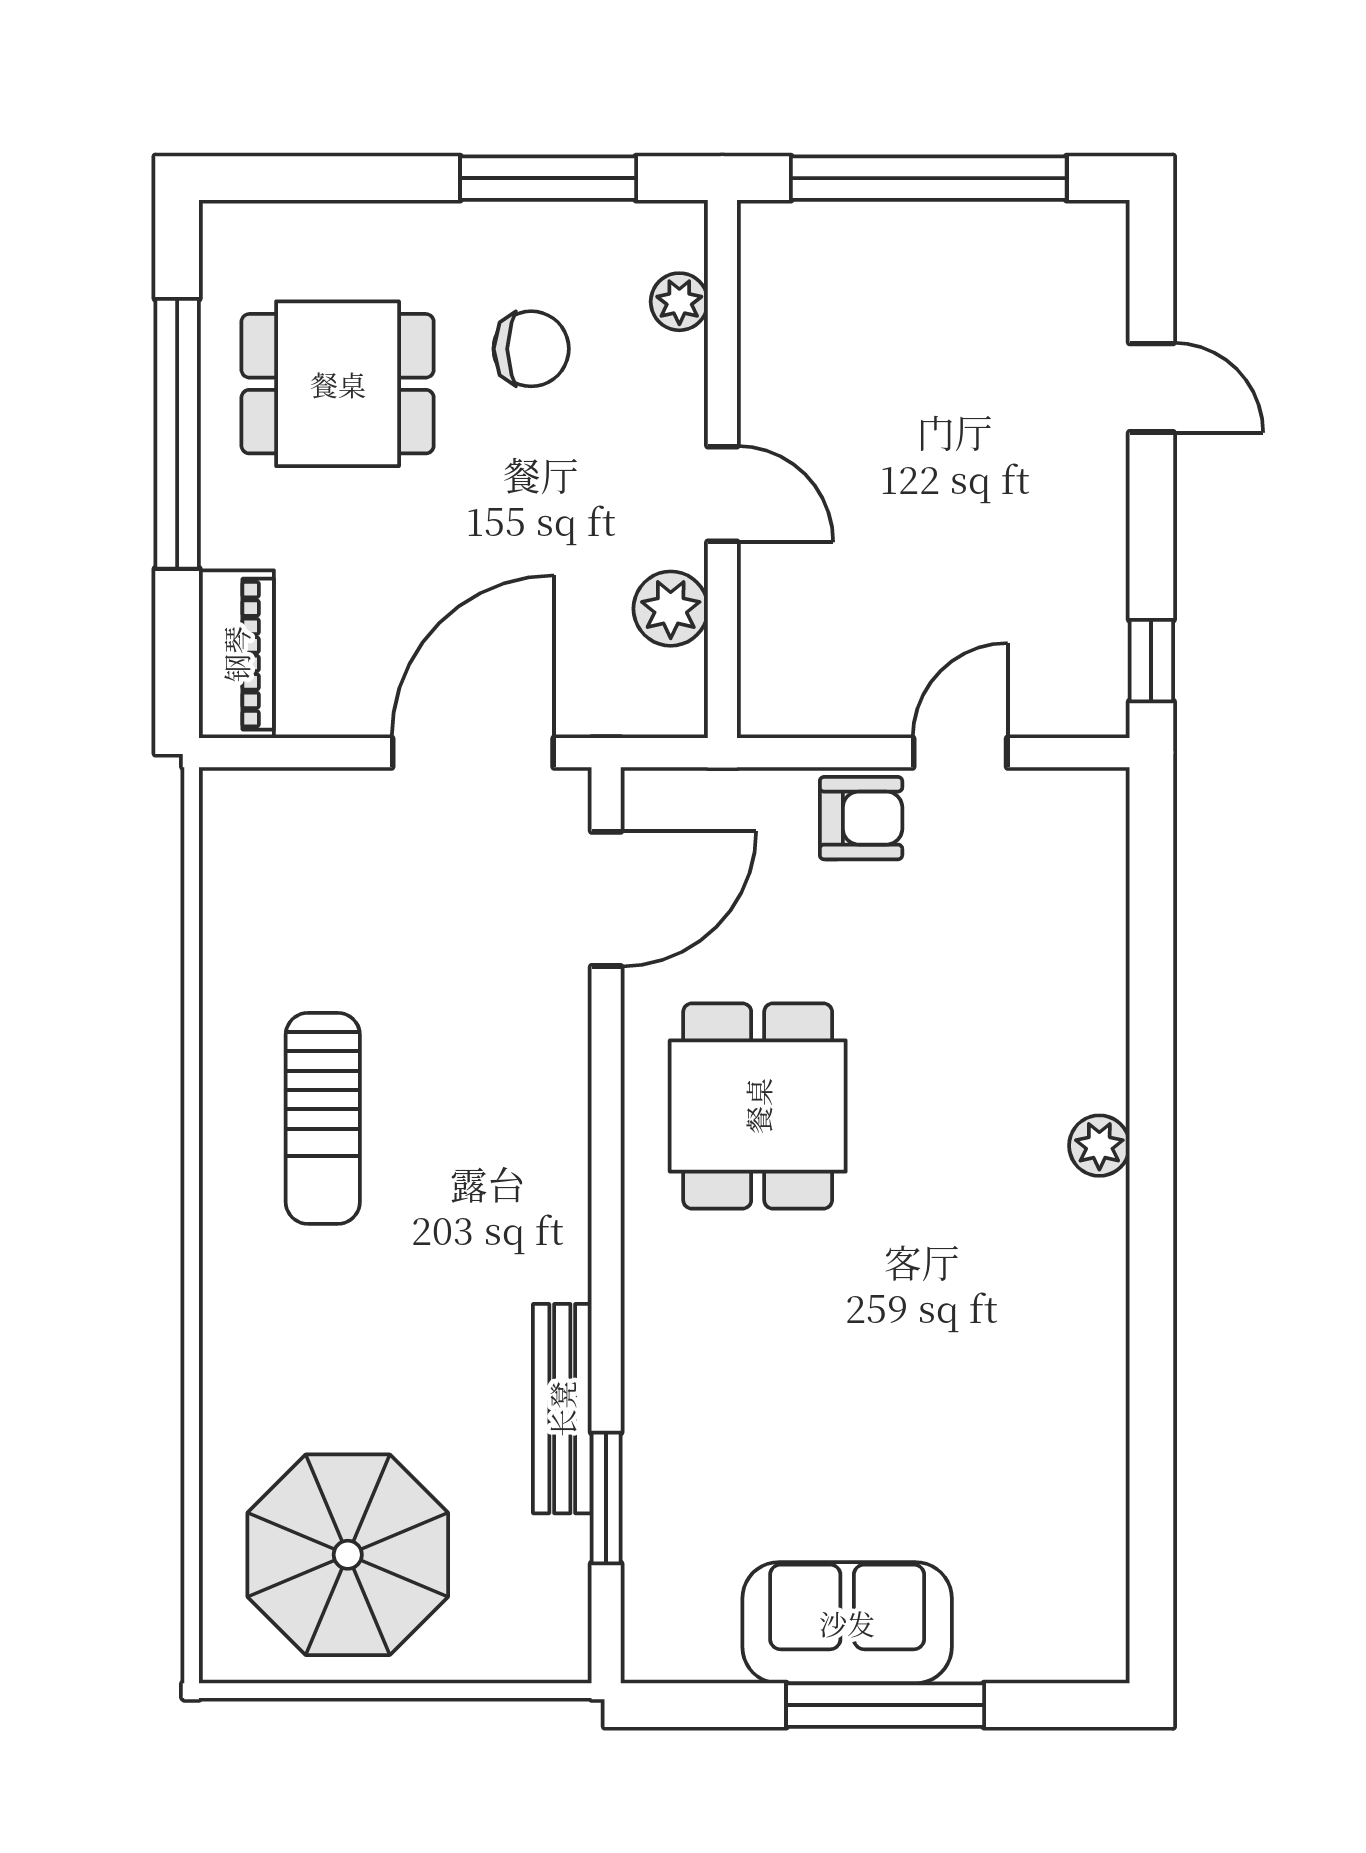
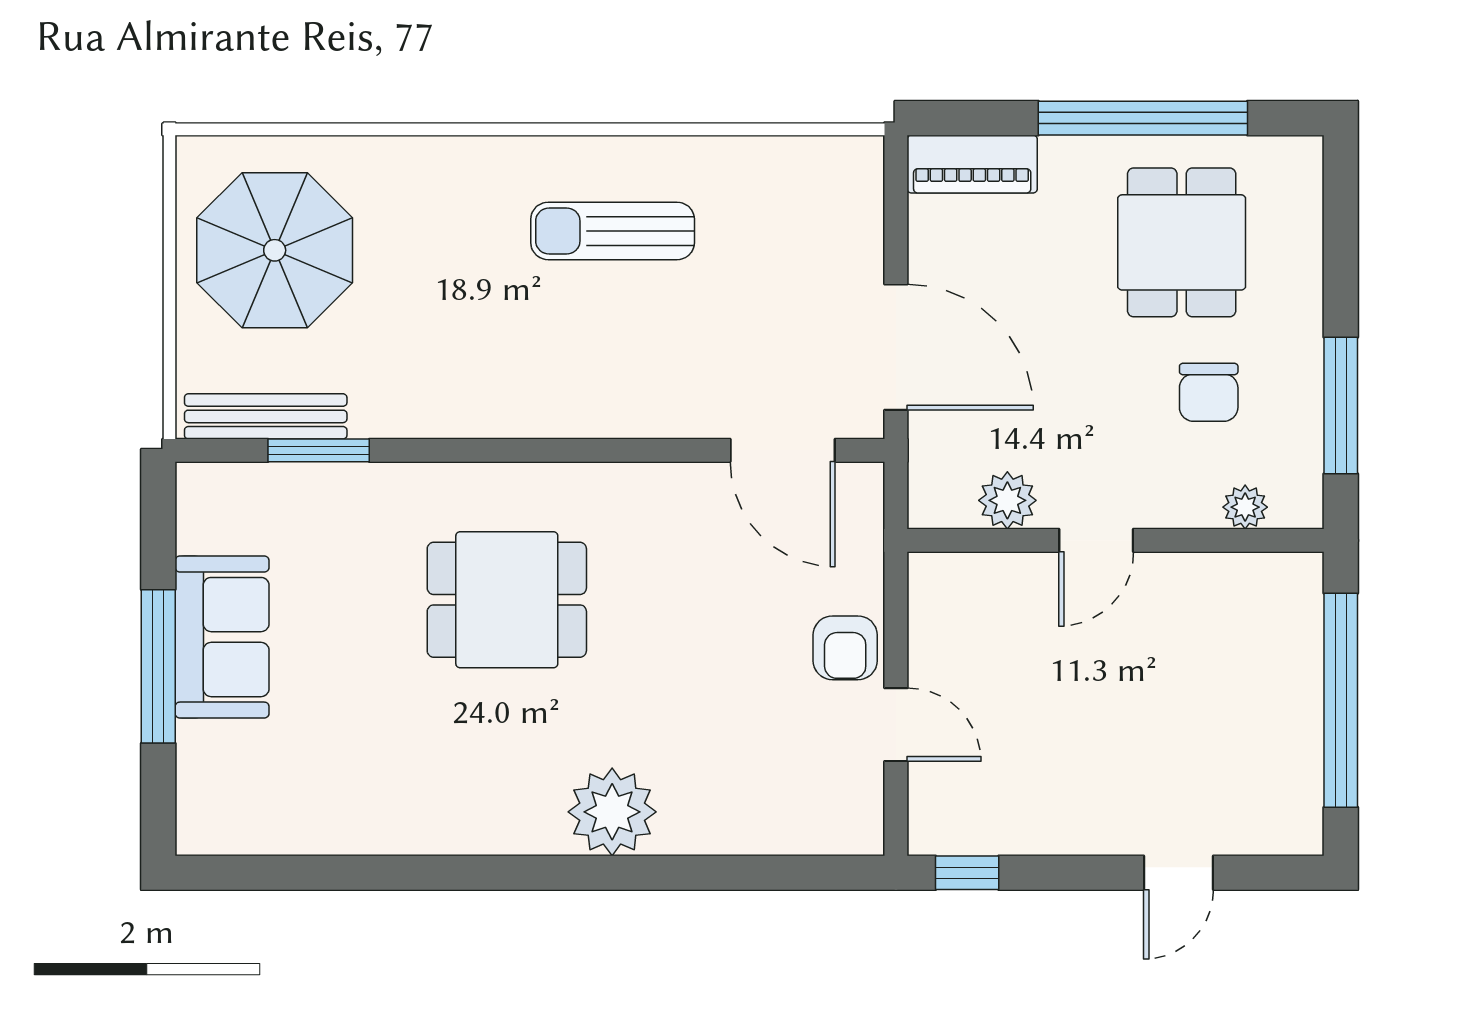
dining table: (758, 1106) -> (507, 600), moved
plant: (1099, 1146) -> (612, 812), width x1.88, depth x1.88
bench: (562, 1409) -> (266, 416), moved

